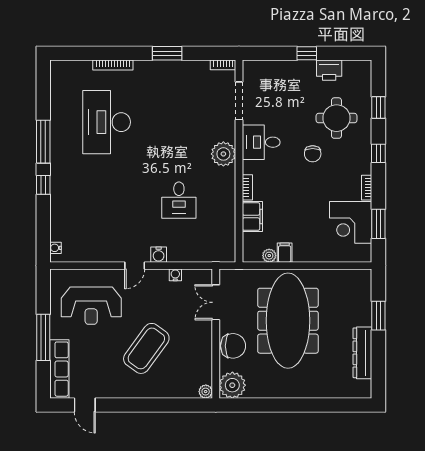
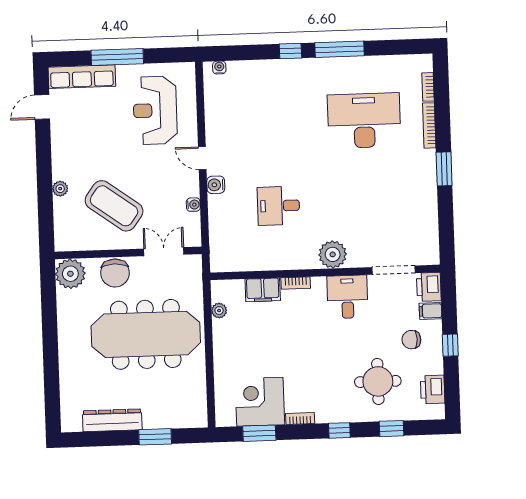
window: (167, 53) -> (444, 169), moved
bookcase: (223, 65) -> (428, 87), moved
printer: (255, 70) -> (429, 287), added
printer: (329, 70) -> (433, 389), moved
chair: (313, 154) -> (411, 340), moved
filing cabinet: (285, 253) -> (431, 311), moved, turned 180
coffee table: (146, 348) -> (114, 206), moved
plant: (206, 392) -> (60, 189), moved

